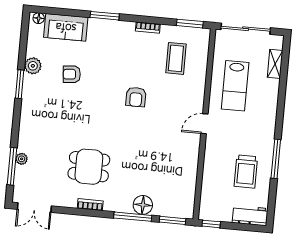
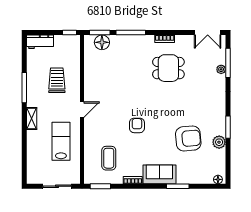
window: (105, 16) -> (178, 186), moved
sofa: (66, 27) -> (159, 174), moved
sliding door: (246, 29) -> (57, 186), width x0.73
shelving: (275, 64) -> (32, 119), moved
armchair: (72, 74) -> (188, 138), width x1.88, depth x1.88
trolley: (246, 172) -> (57, 80), moved
floor lamp: (143, 205) -> (102, 42), moved
double door: (34, 208) -> (208, 33), swing flipped

